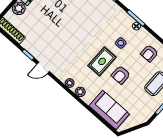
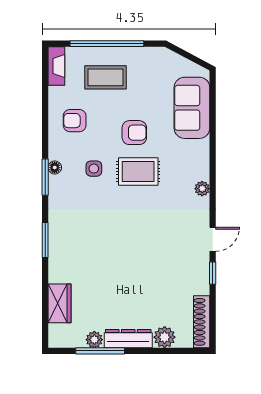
armchair: (149, 53) -> (75, 121), turned 180
door: (43, 68) -> (213, 239), hinge flipped
plant: (80, 92) -> (201, 165), removed

